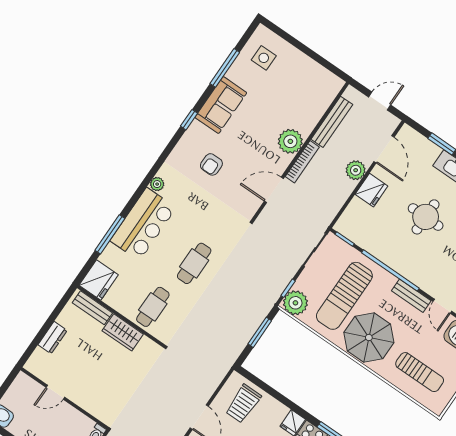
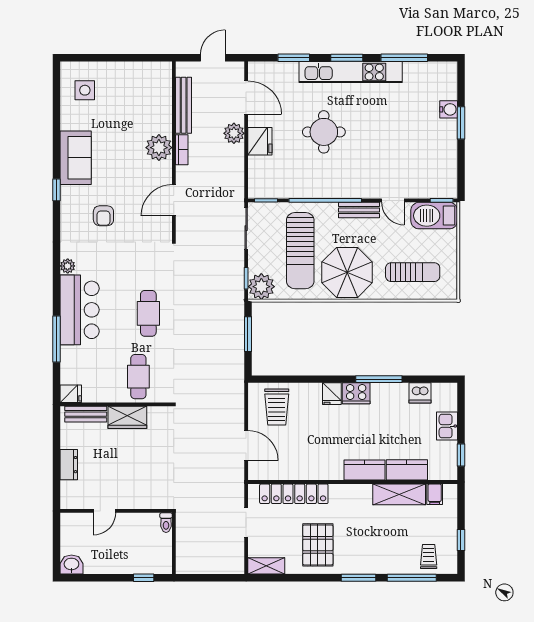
window: (225, 68) -> (57, 123), removed
bookcase: (302, 162) -> (182, 150), width x0.64
fridge: (99, 280) -> (71, 394), width x0.53, depth x0.75

